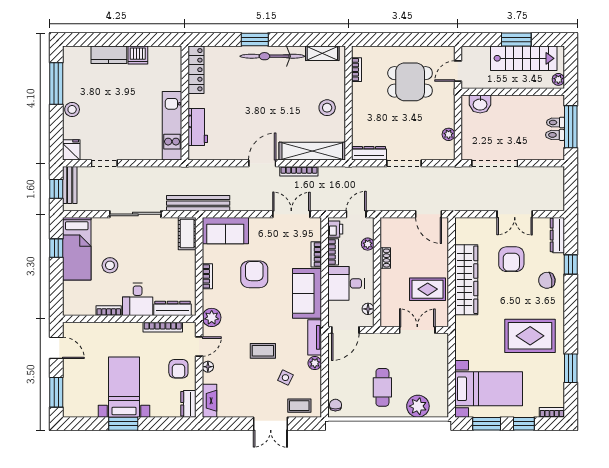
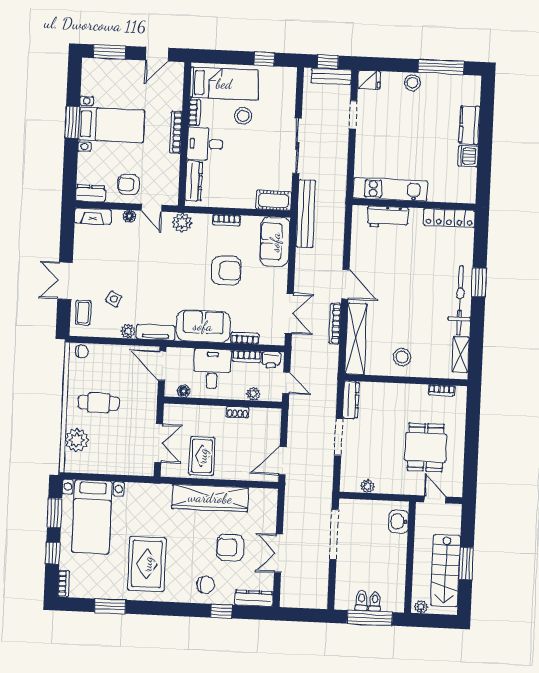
bed: (77, 249) -> (224, 84), moved, turned 180
chair: (547, 280) -> (206, 585), turned 99
bookcase: (163, 327) -> (176, 132), moved
coffee table: (263, 351) -> (144, 276), removed

